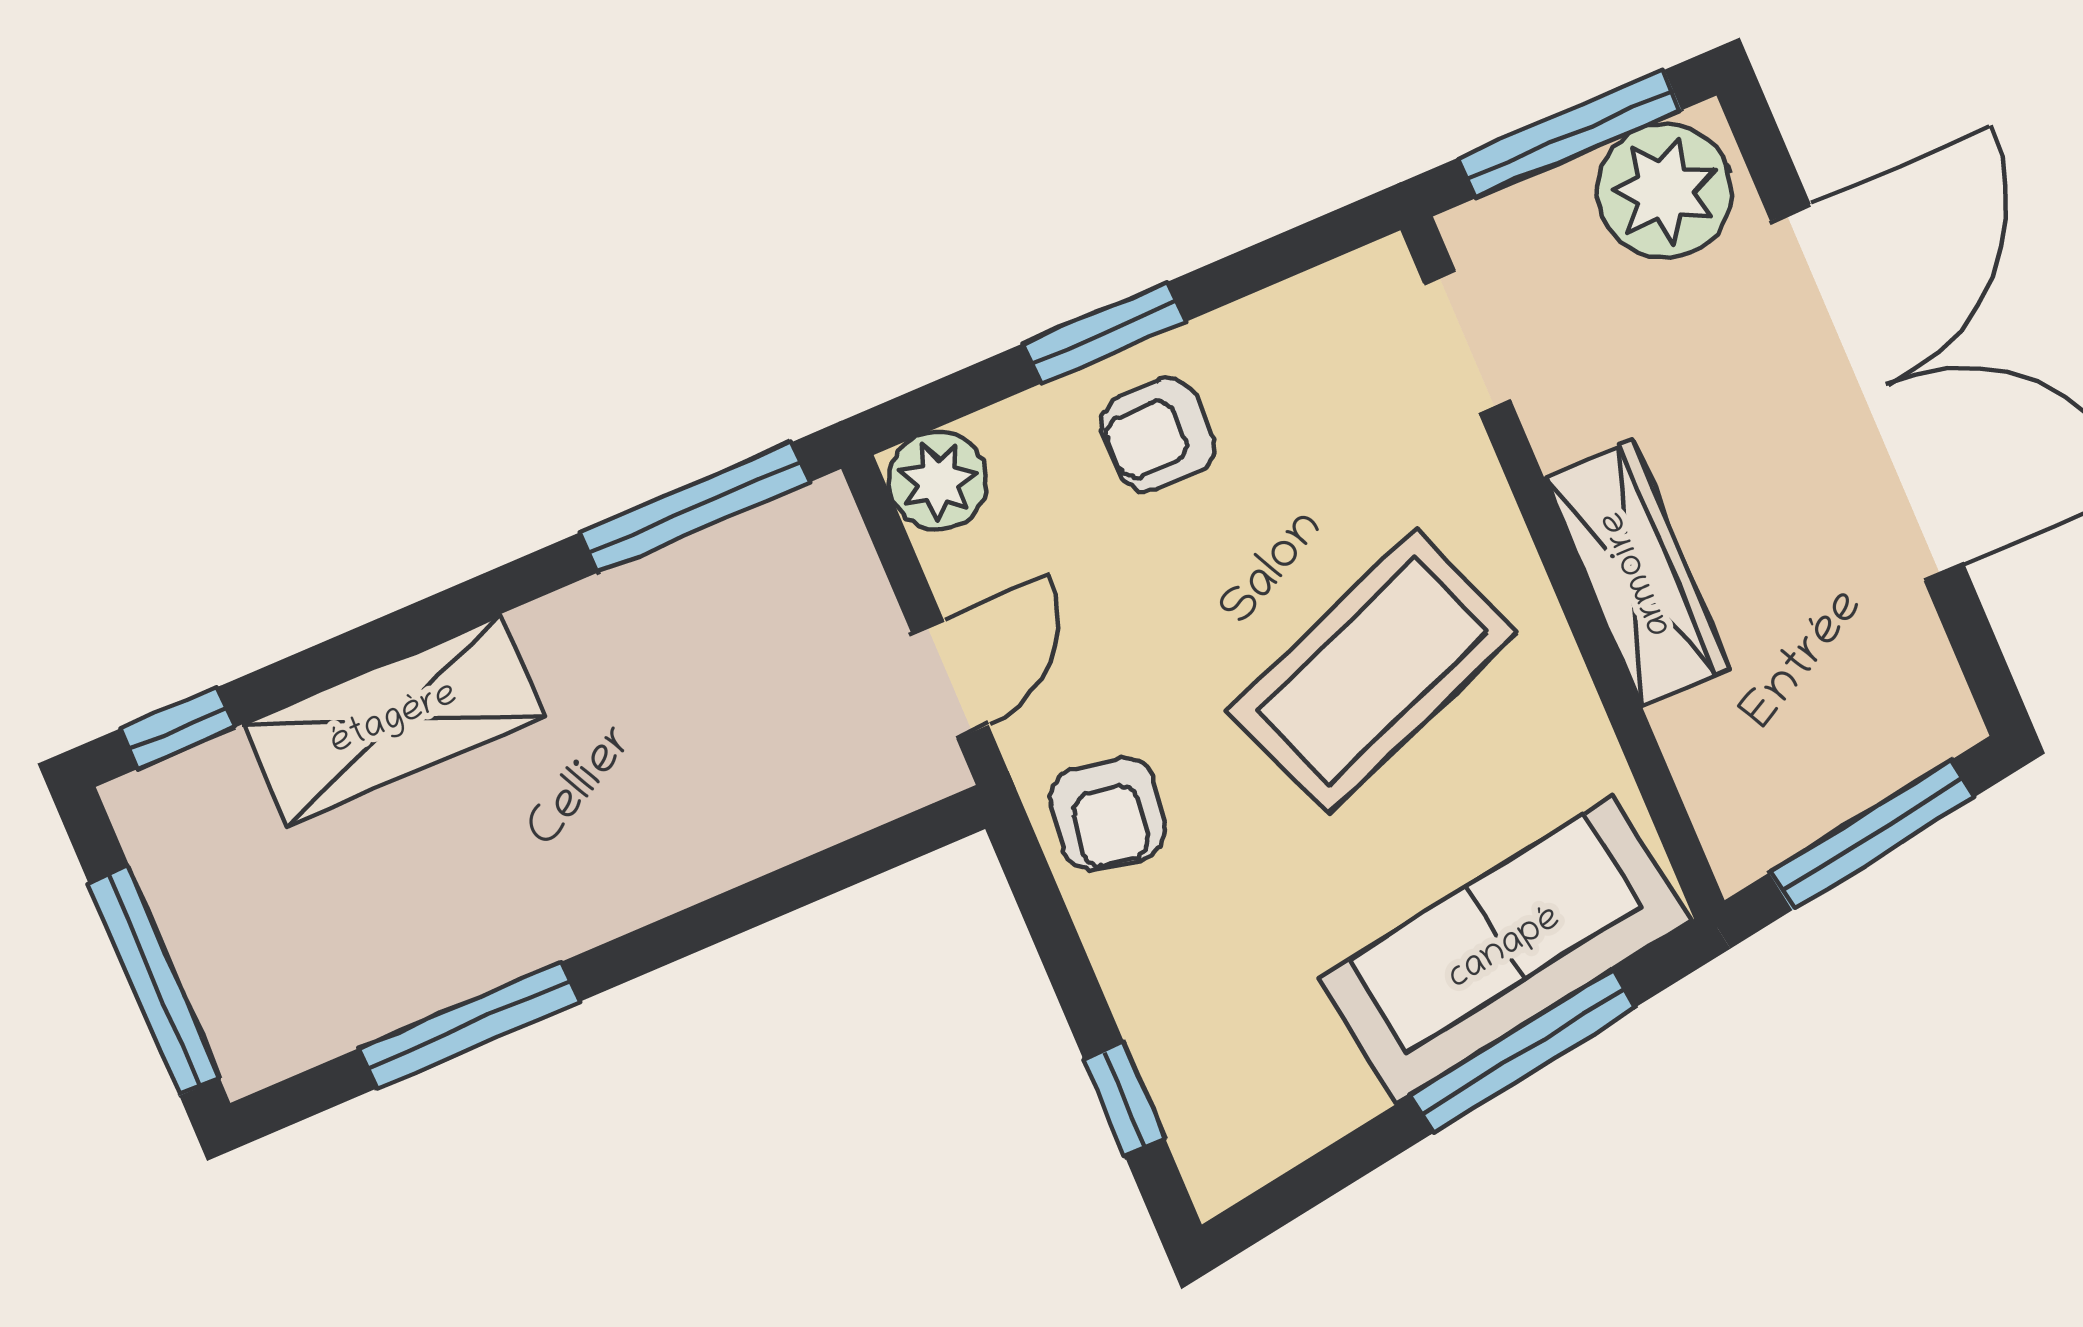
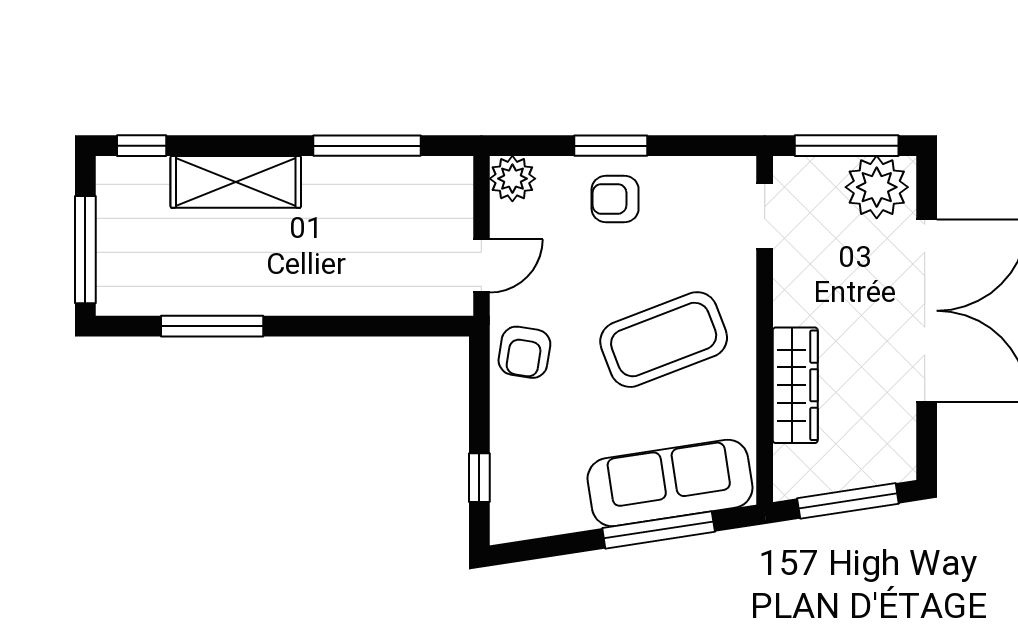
window: (695, 507) -> (367, 146), moved
wardrobe: (1637, 573) -> (795, 385), moved

